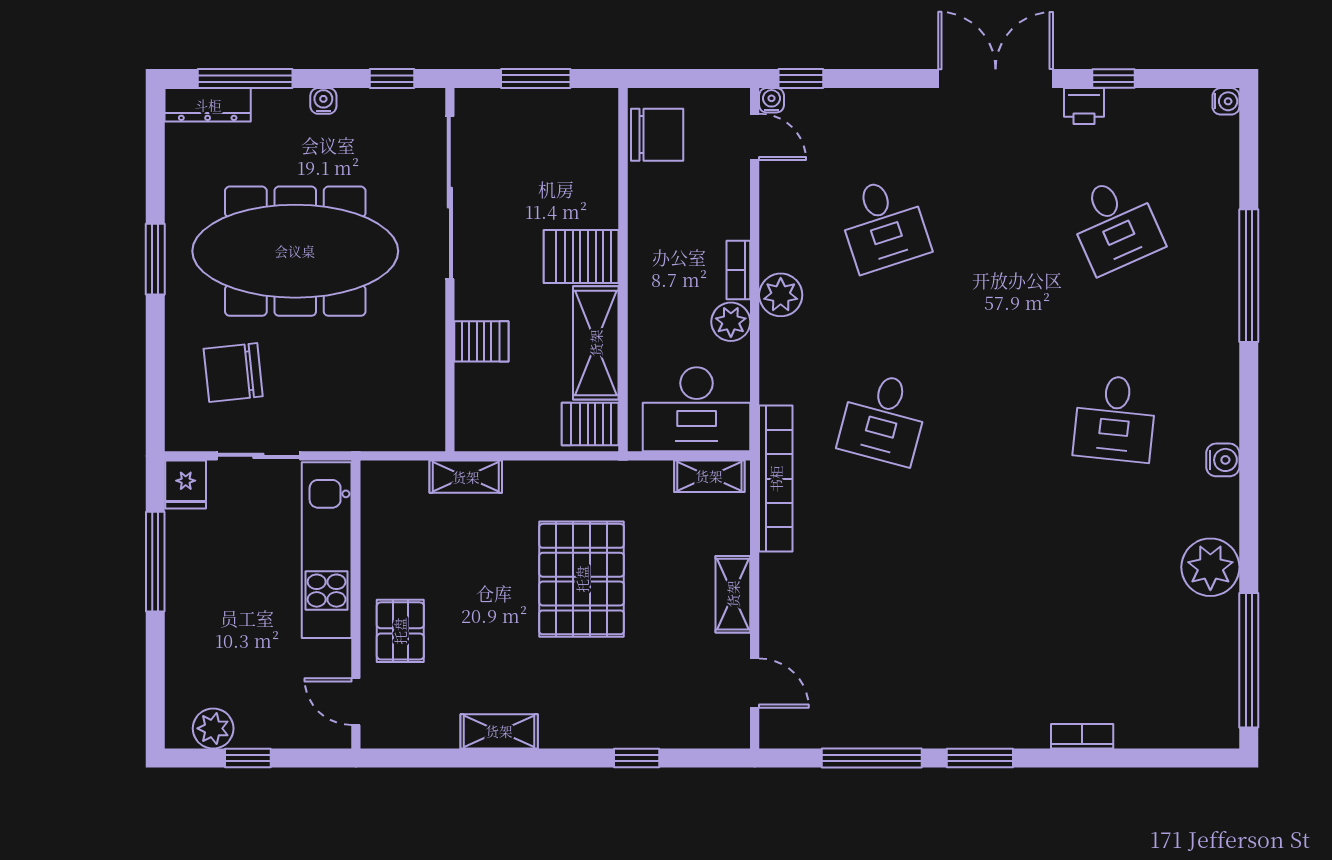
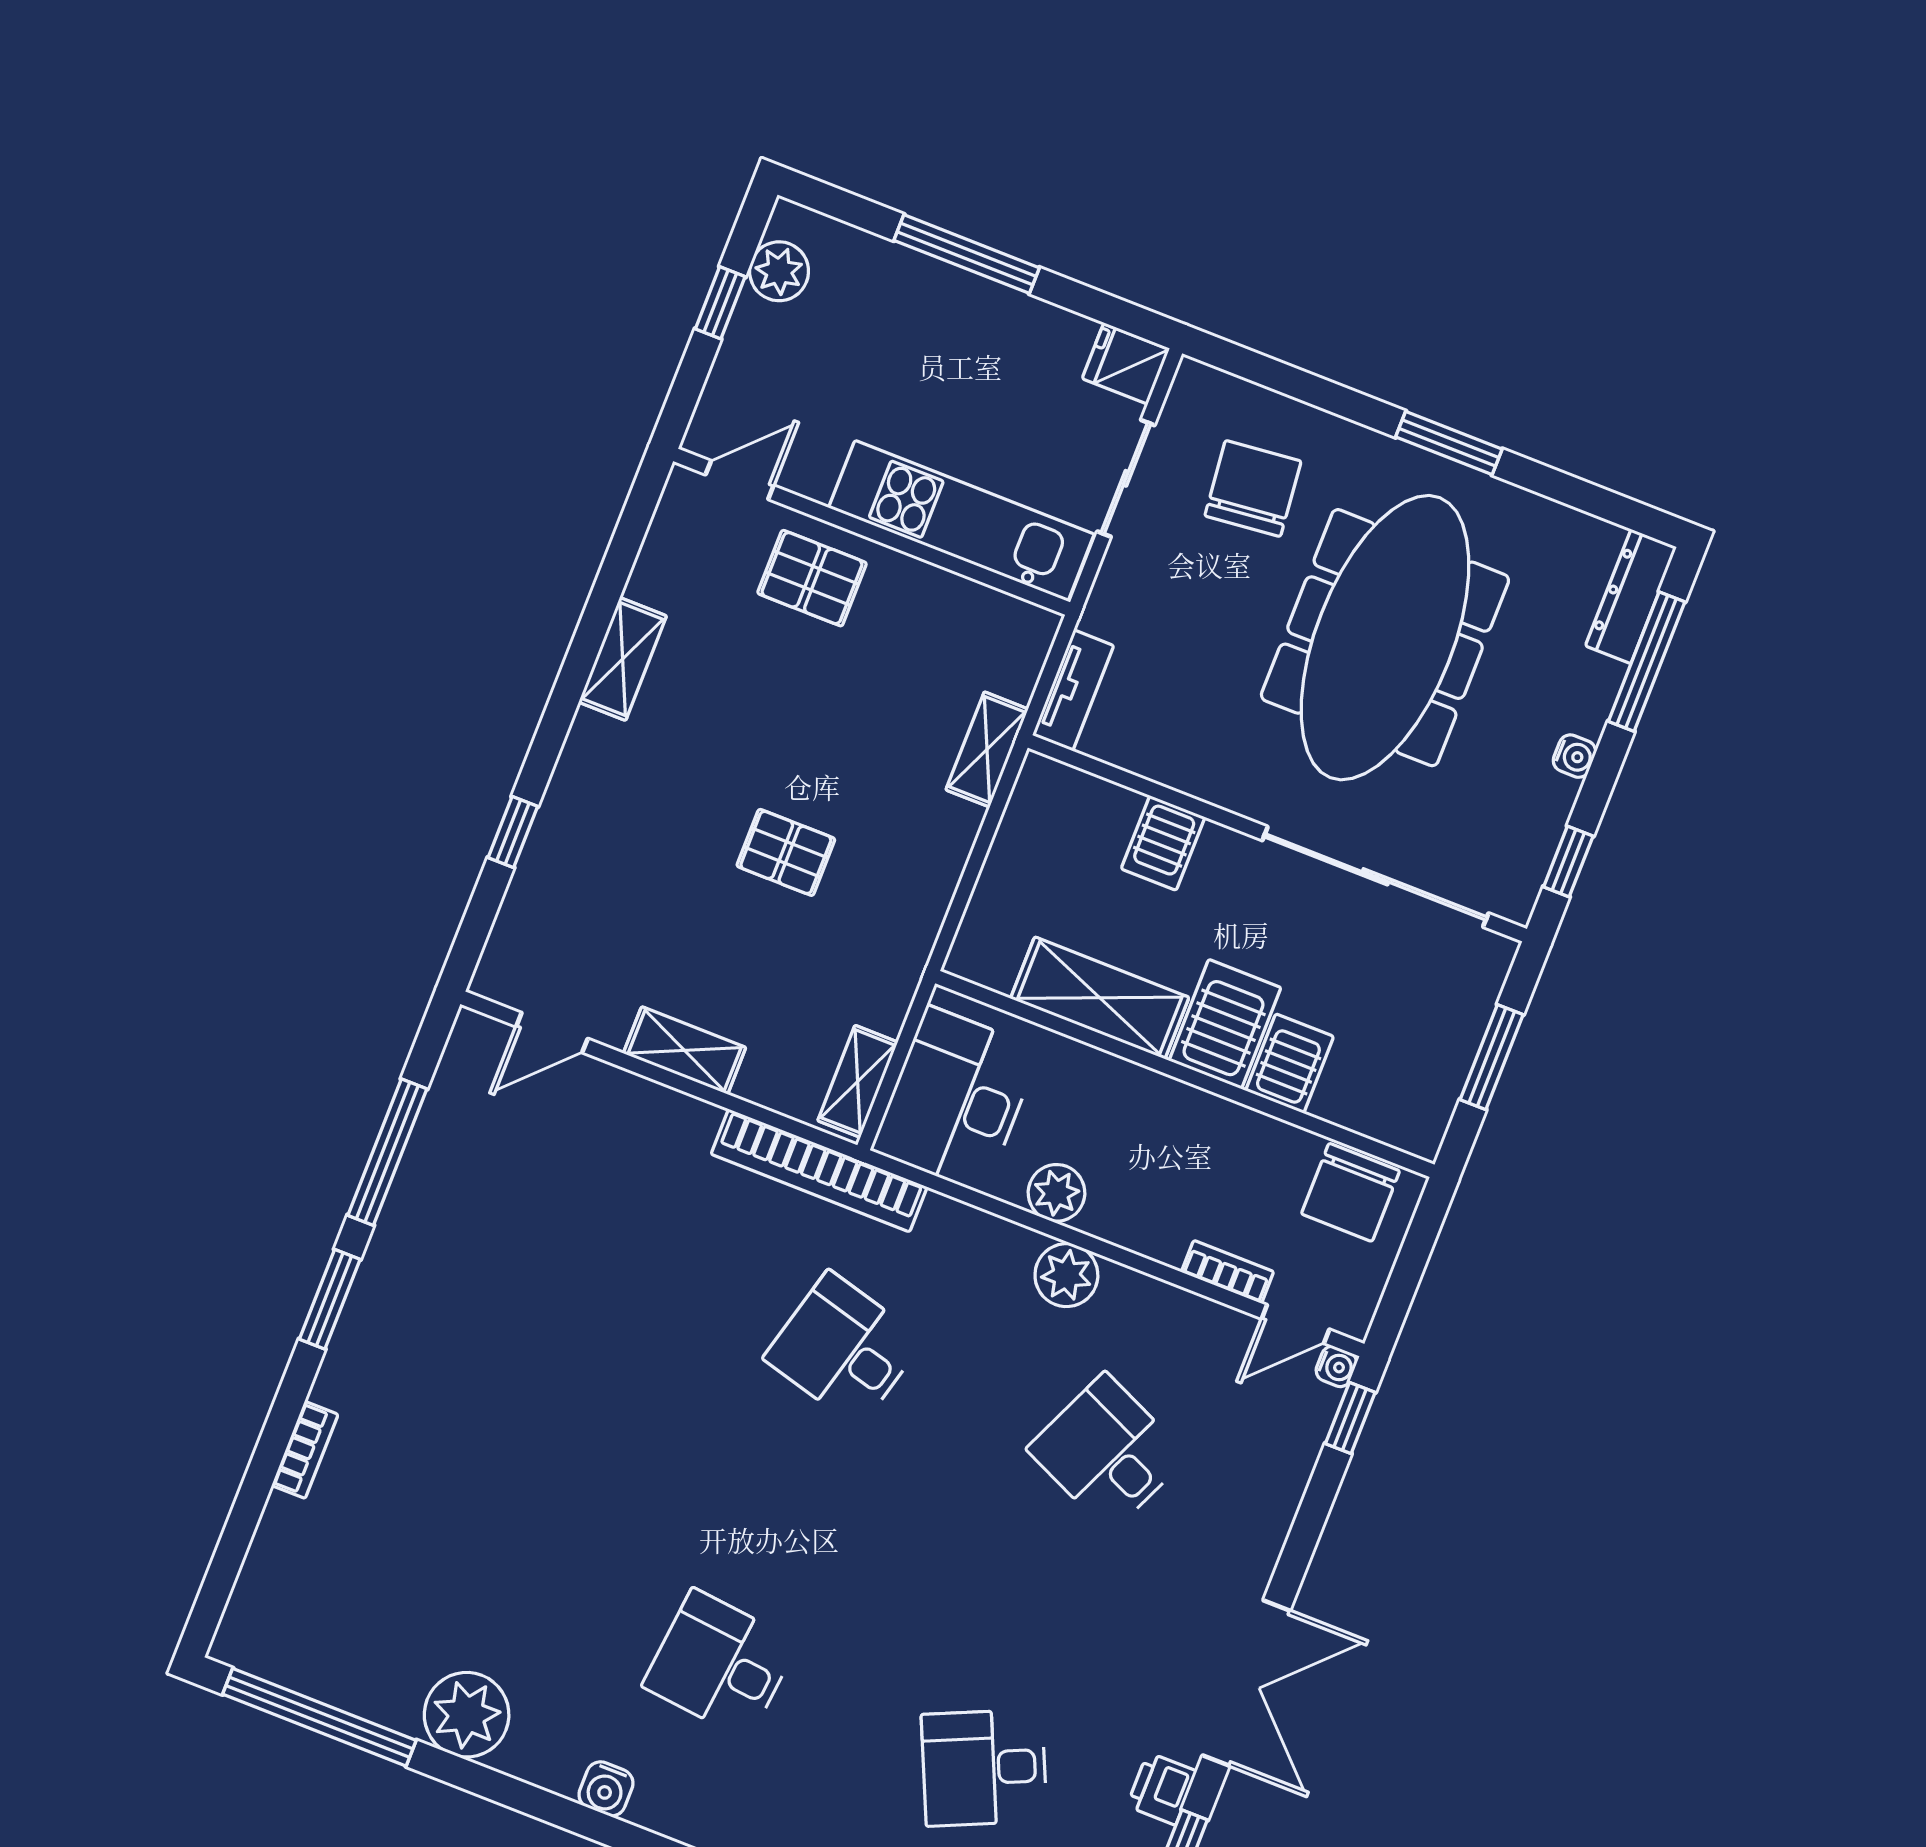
desk: (884, 224) -> (1107, 1453), turned 42
bookcase: (738, 270) -> (1228, 1272), moved
server rack: (590, 424) -> (1290, 1063), moved
tv unit: (407, 437) -> (1073, 690), added
window: (155, 562) -> (967, 254), moved
pallet: (582, 579) -> (786, 852), width x0.49, depth x0.50

